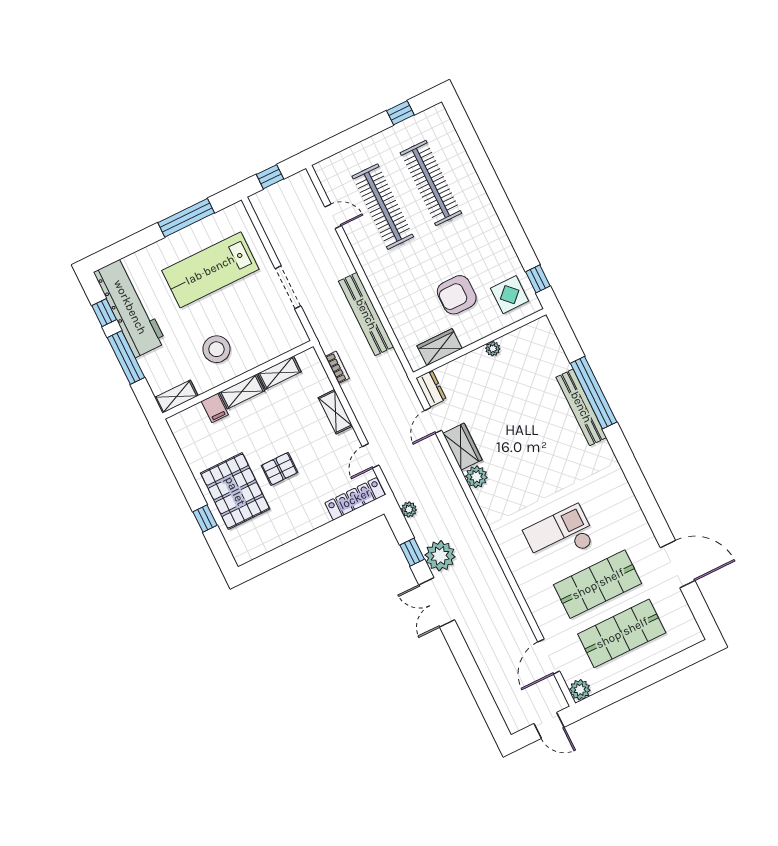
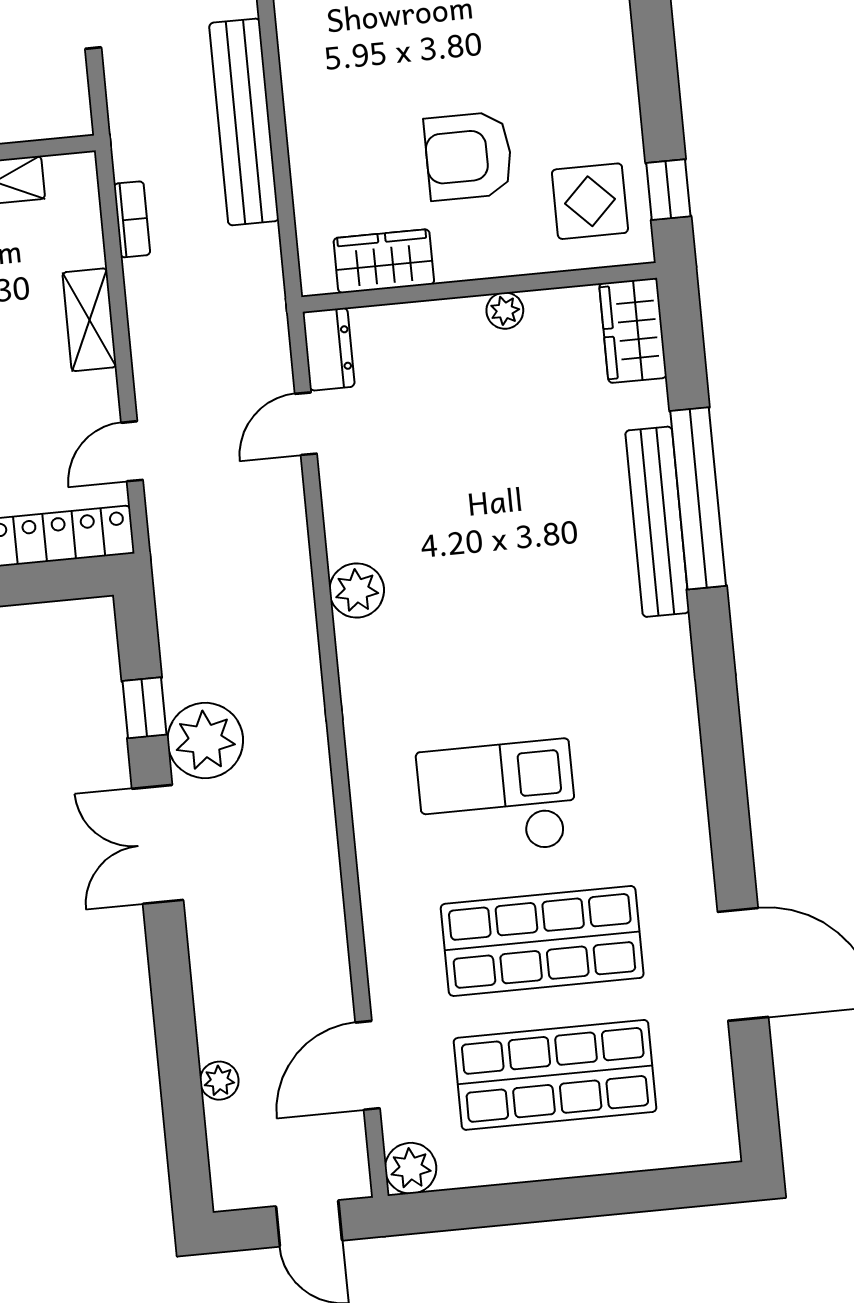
wardrobe: (462, 447) -> (633, 330), moved, turned 180
plant: (409, 509) -> (219, 1081), moved

